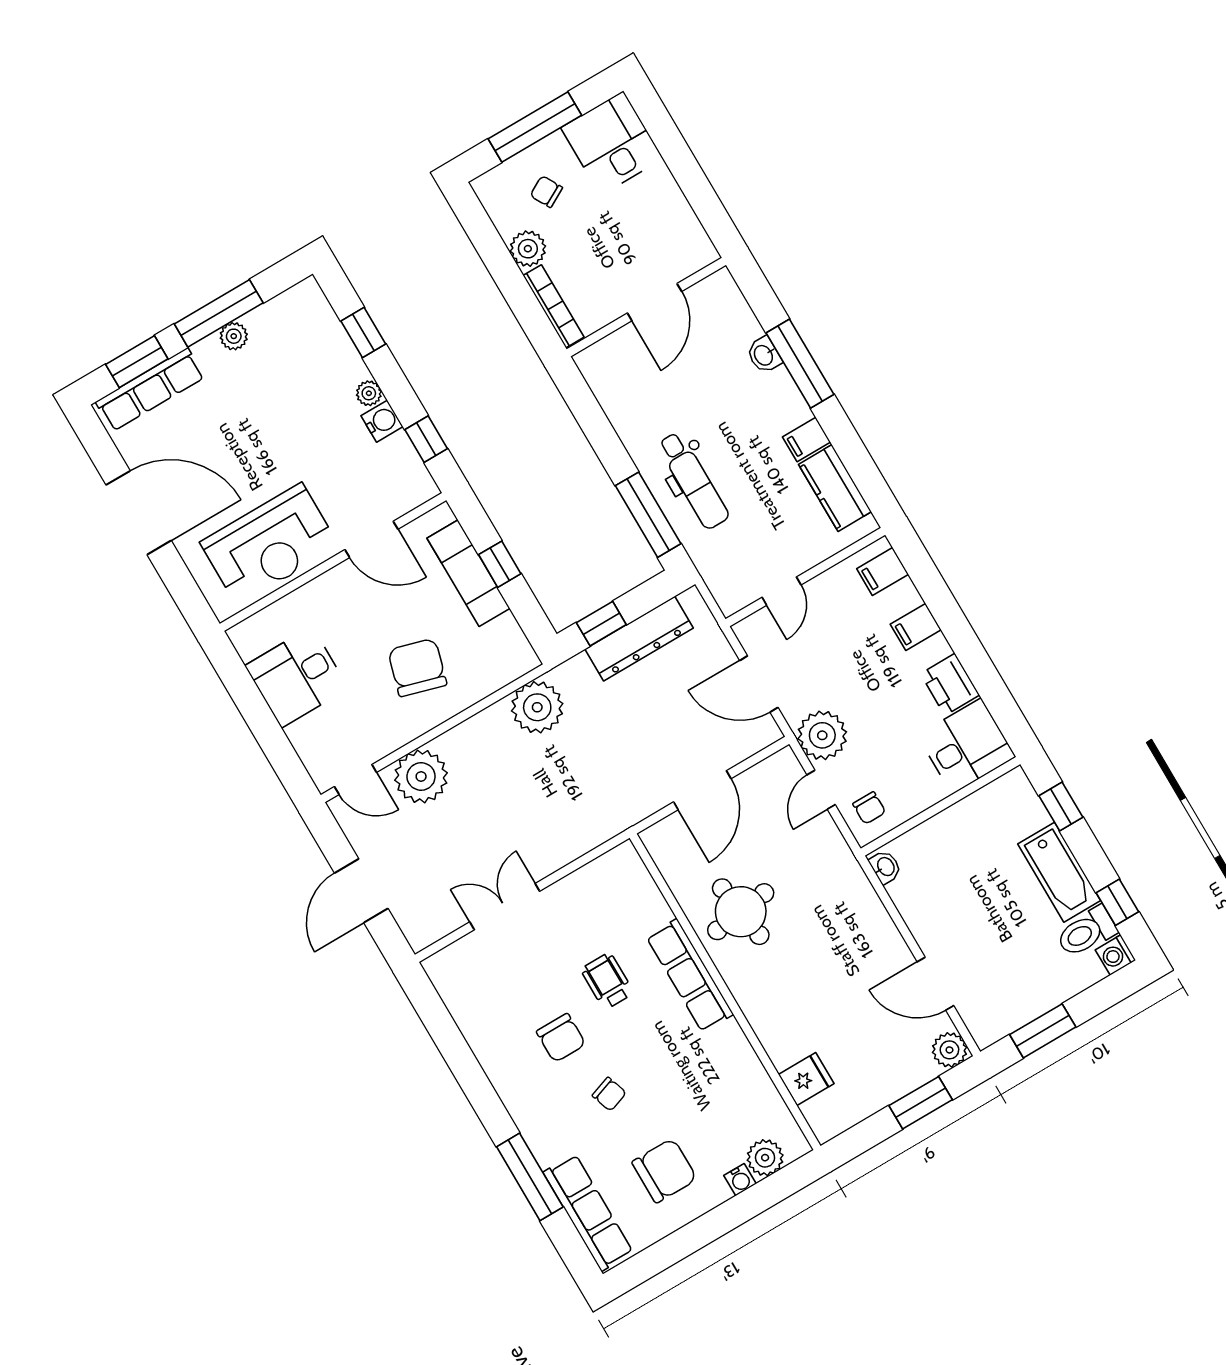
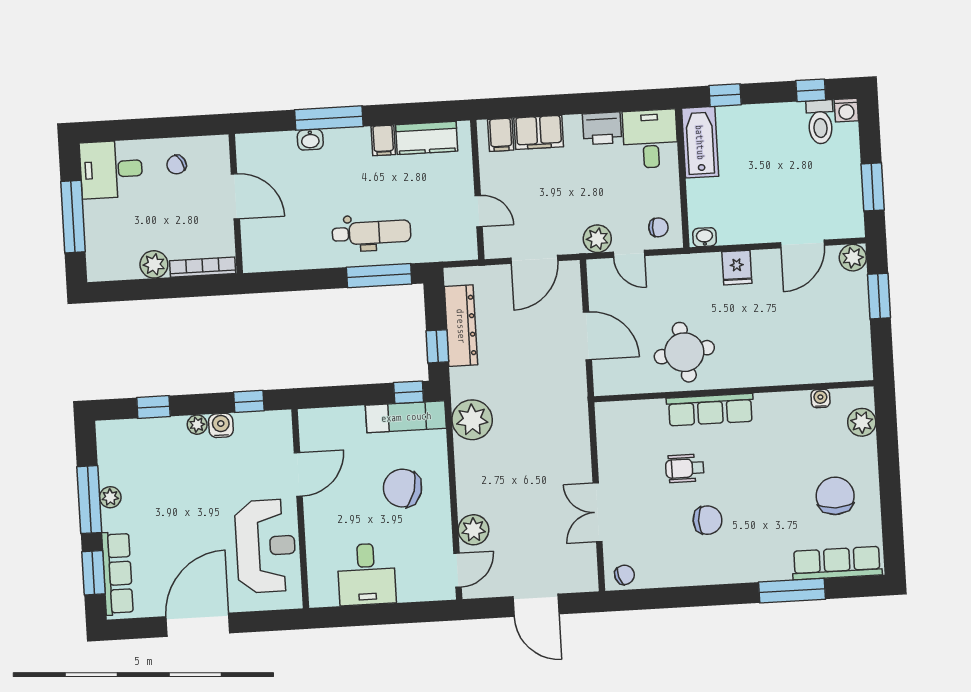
chair: (546, 192) -> (176, 165), moved
window: (500, 564) -> (409, 392), moved
exam couch: (469, 573) -> (406, 417), moved
filing cabinet: (916, 627) -> (539, 132), width x2.00
plant: (822, 735) -> (597, 239), width x0.73, depth x0.73
plant: (421, 777) -> (473, 530), width x0.73, depth x0.73
bathtub: (1059, 872) -> (700, 142), moved, turned -90
fridge: (806, 1079) -> (737, 268), moved, turned 180
chair: (609, 1094) -> (624, 575), moved
water cooler: (740, 1180) -> (820, 399), moved, turned -90

